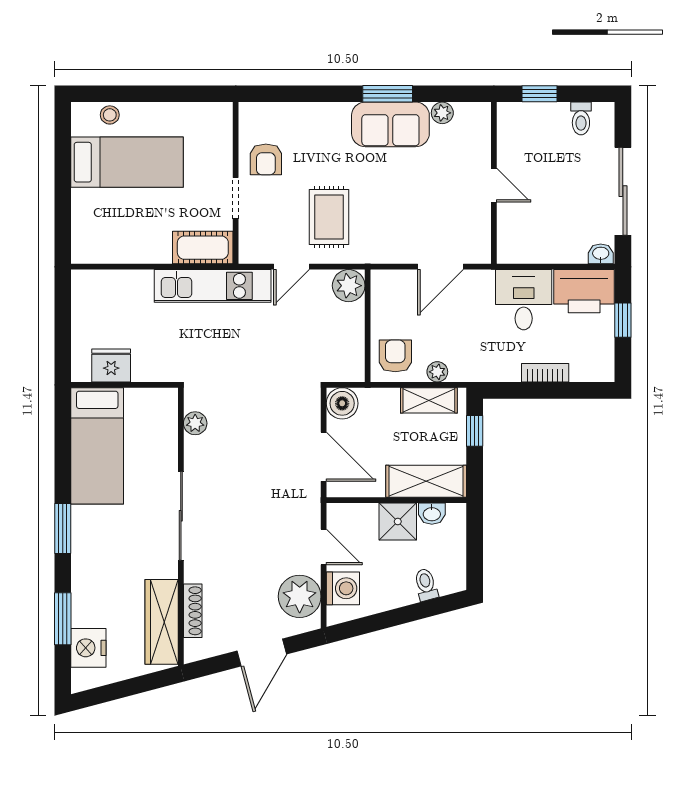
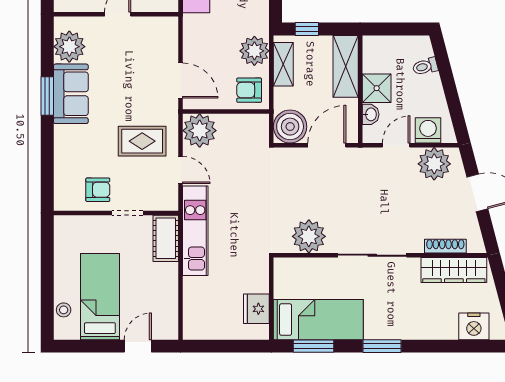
plant: (442, 113) -> (69, 47), width x1.88, depth x1.88
door: (63, 211) -> (138, 346), added
door: (441, 267) -> (180, 81), moved
plant: (349, 286) -> (200, 131), width x1.36, depth x1.36
plant: (437, 372) -> (254, 51), width x1.88, depth x1.88
boiler: (342, 403) -> (290, 127), width x1.37, depth x1.37
plant: (195, 423) -> (309, 236), width x1.88, depth x1.88
washbasin: (432, 514) -> (371, 114), moved
window: (63, 619) -> (314, 346), moved

